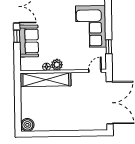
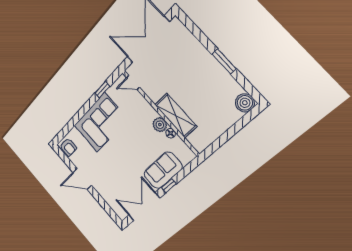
shelving: (46, 80) -> (176, 116), width x0.68
window: (59, 134) -> (224, 61), added

